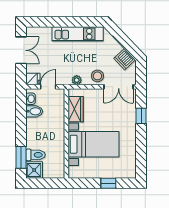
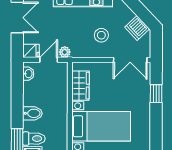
stool: (97, 76) -> (101, 35), moved
plant: (77, 80) -> (65, 52), moved
bidet: (34, 111) -> (32, 113), moved

